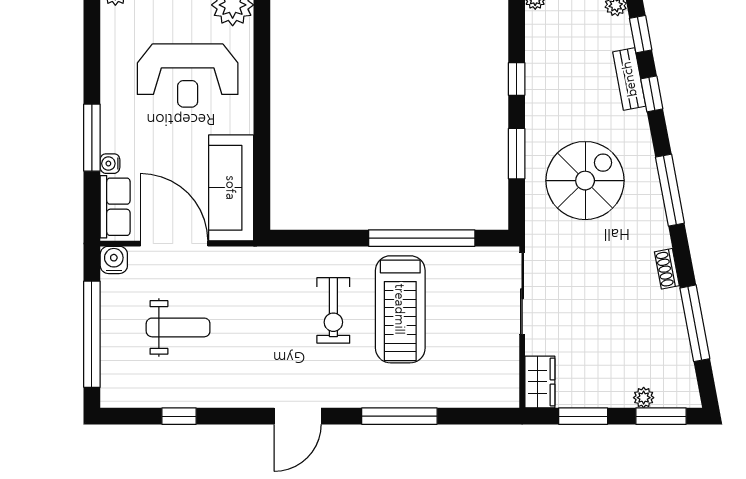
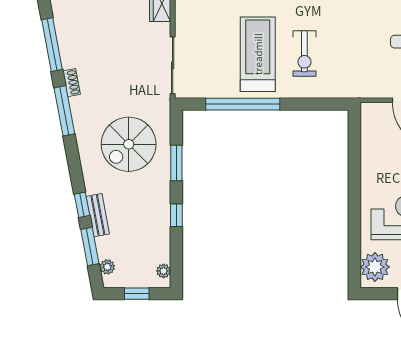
window: (641, 34) -> (90, 246), width x1.50
sofa: (231, 188) -> (376, 139), removed
window: (670, 190) -> (64, 111), moved
exercise bike: (333, 310) -> (304, 54), turned 180

